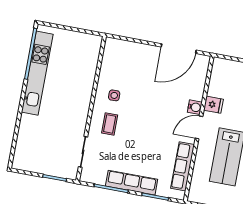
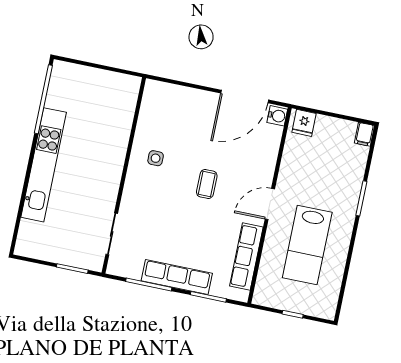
kitchen unit: (37, 73) -> (44, 165), moved
fridge: (213, 105) -> (304, 123), moved, turned 90
water cooler: (195, 107) -> (277, 116), moved
coffee table: (110, 124) -> (207, 184), moved

